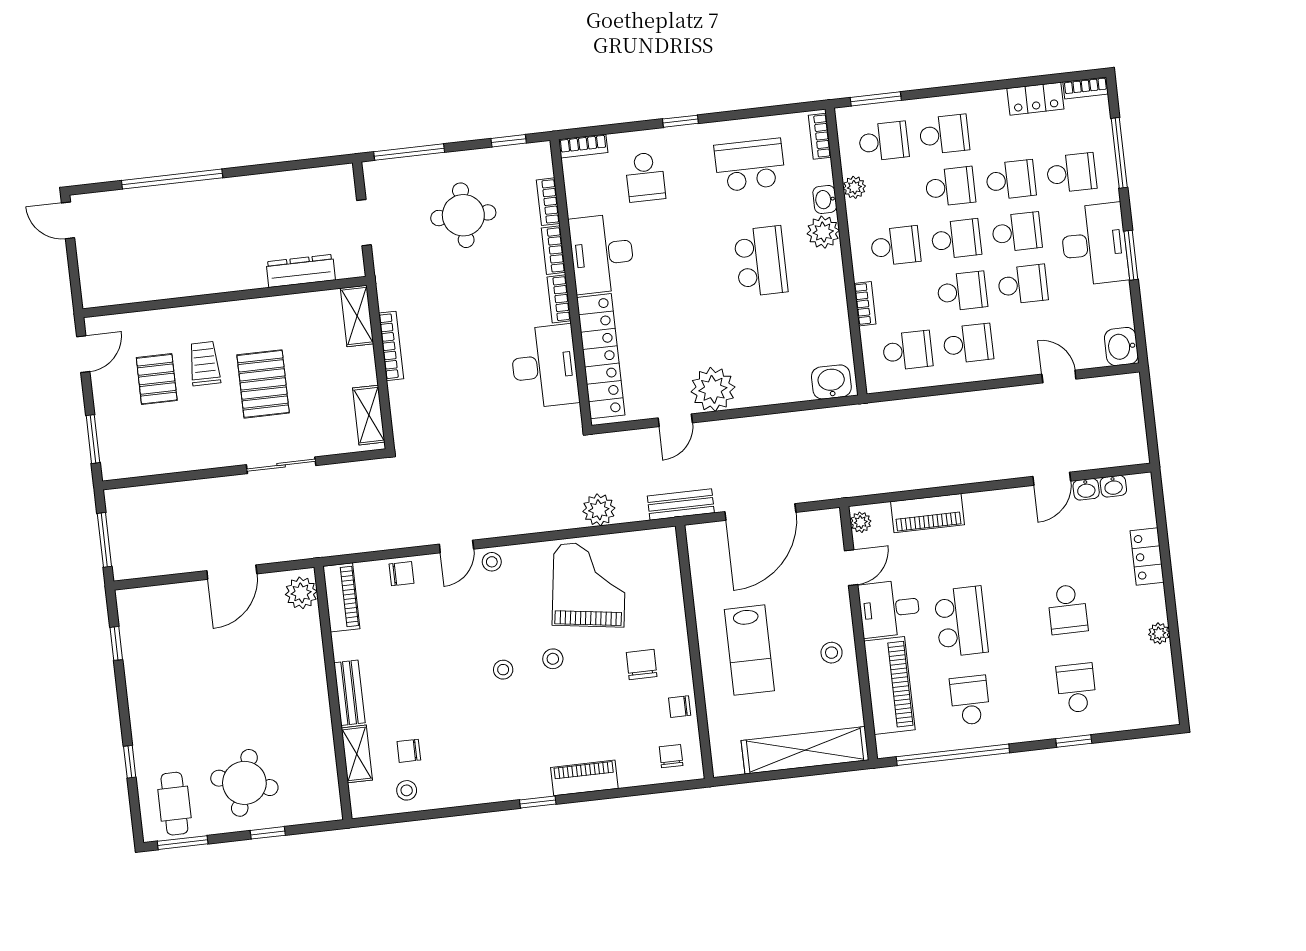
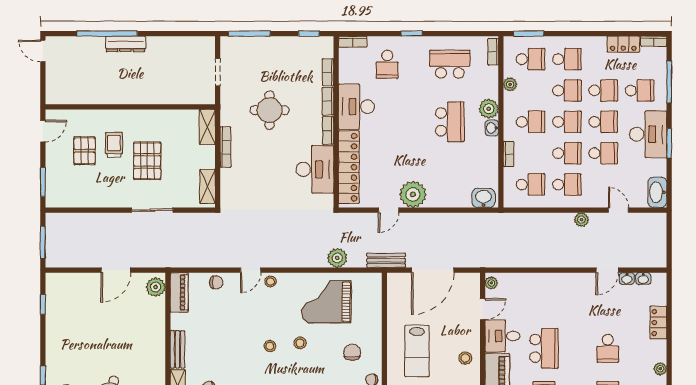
washbasin: (825, 199) -> (492, 128), moved
round table: (463, 215) -> (270, 110), moved
dresser: (301, 271) -> (125, 44), moved, turned 180
washbasin: (1121, 347) -> (657, 192), width x1.38
plant: (999, 399) -> (581, 220), added
piano: (928, 513) -> (531, 282), removed
grand piano: (589, 585) -> (326, 302), turned -98

